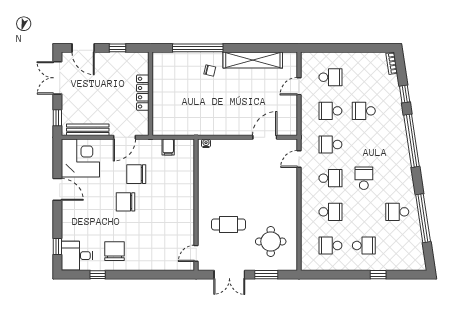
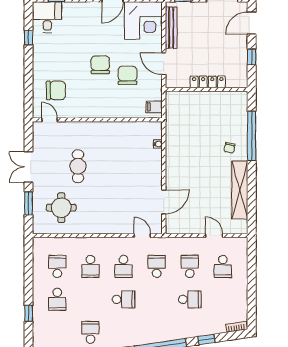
school desk: (364, 111) -> (190, 299), turned 90
door: (265, 137) -> (164, 202), hinge flipped
wall: (196, 205) -> (97, 120), moved
chair: (114, 251) -> (56, 90), moved
door: (196, 253) -> (50, 120), moved

